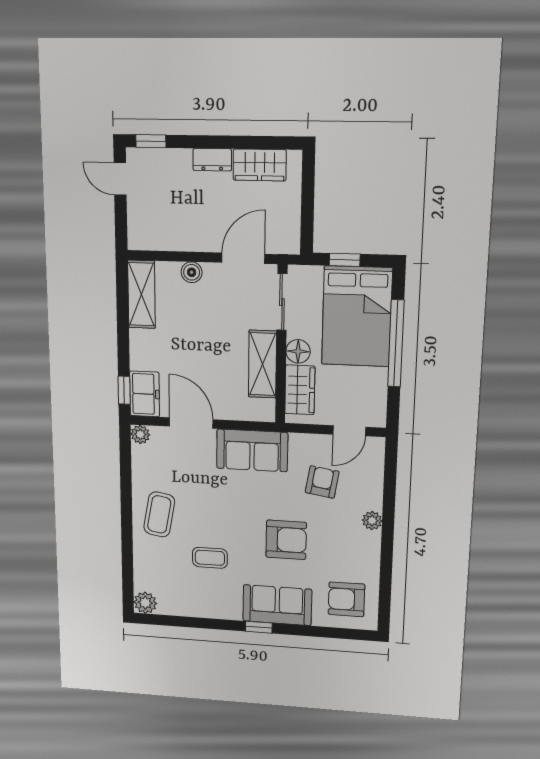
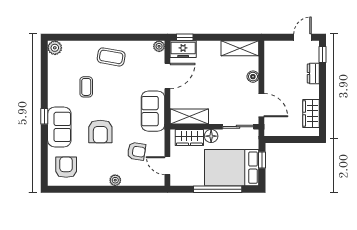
dresser: (212, 160) -> (313, 73), moved
shelving: (262, 364) -> (189, 116), moved

